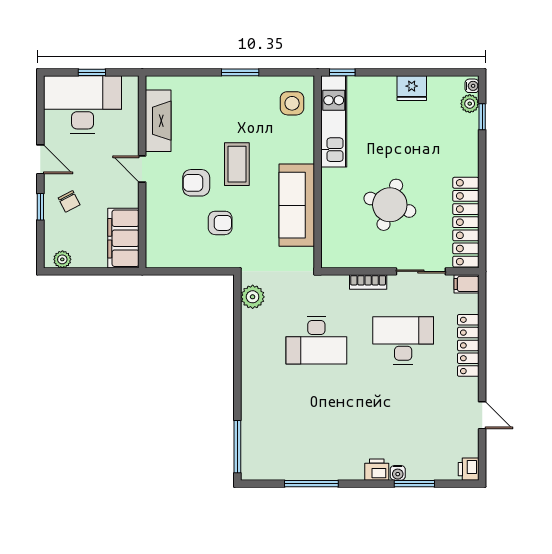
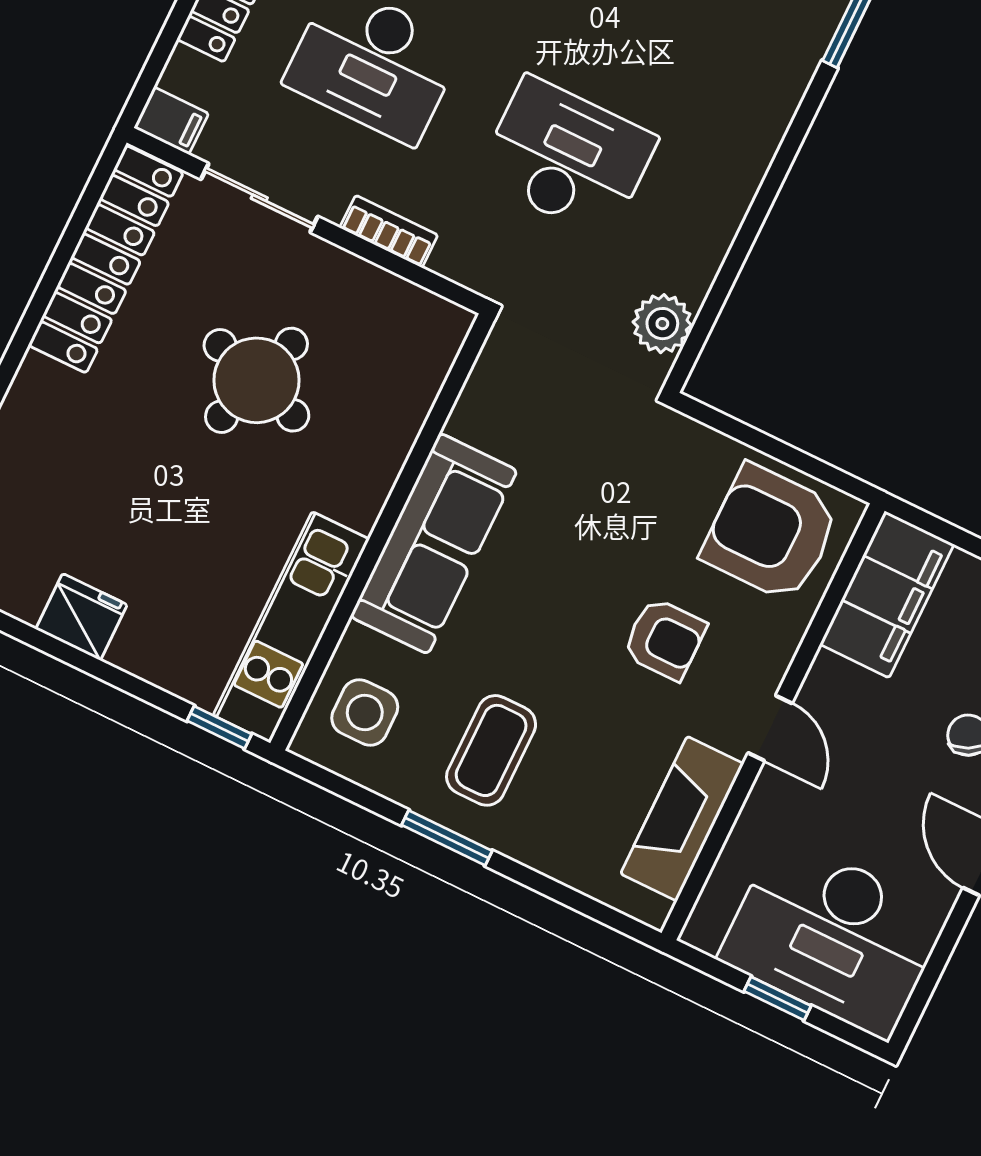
coffee table: (237, 164) -> (491, 750), moved
sofa: (297, 205) -> (434, 544), moved
armchair: (220, 223) -> (771, 533), moved, width x1.88, depth x1.88

